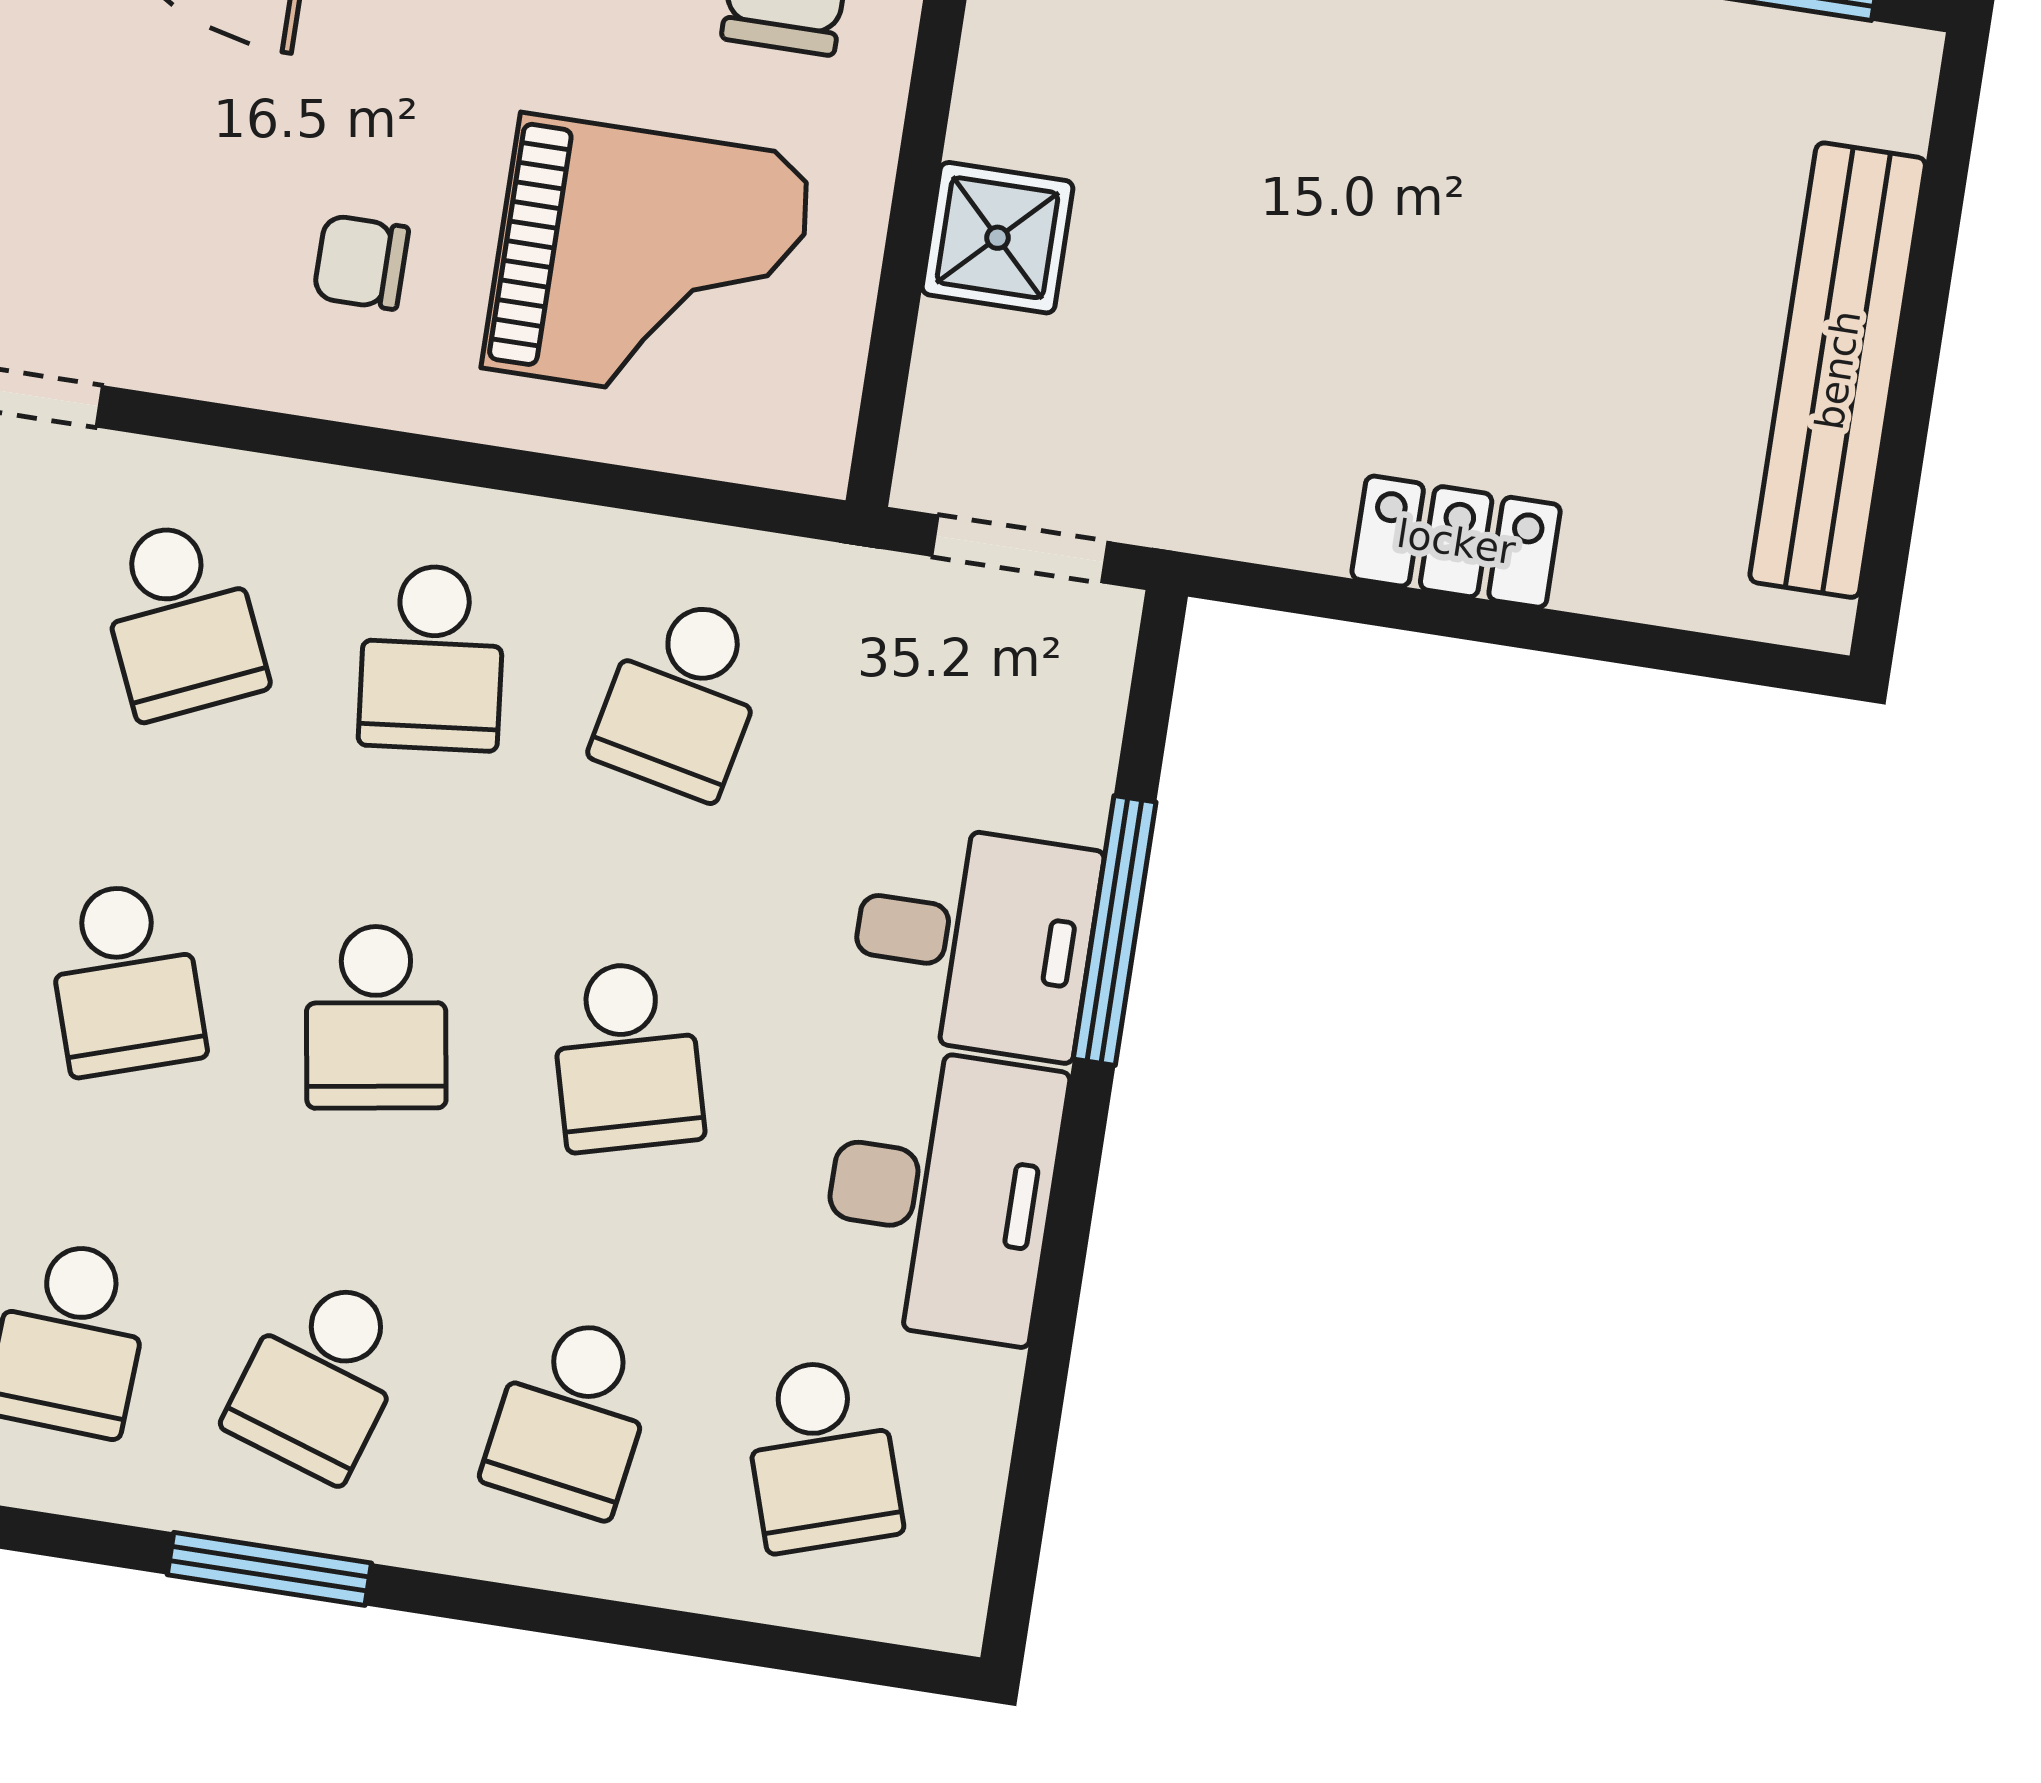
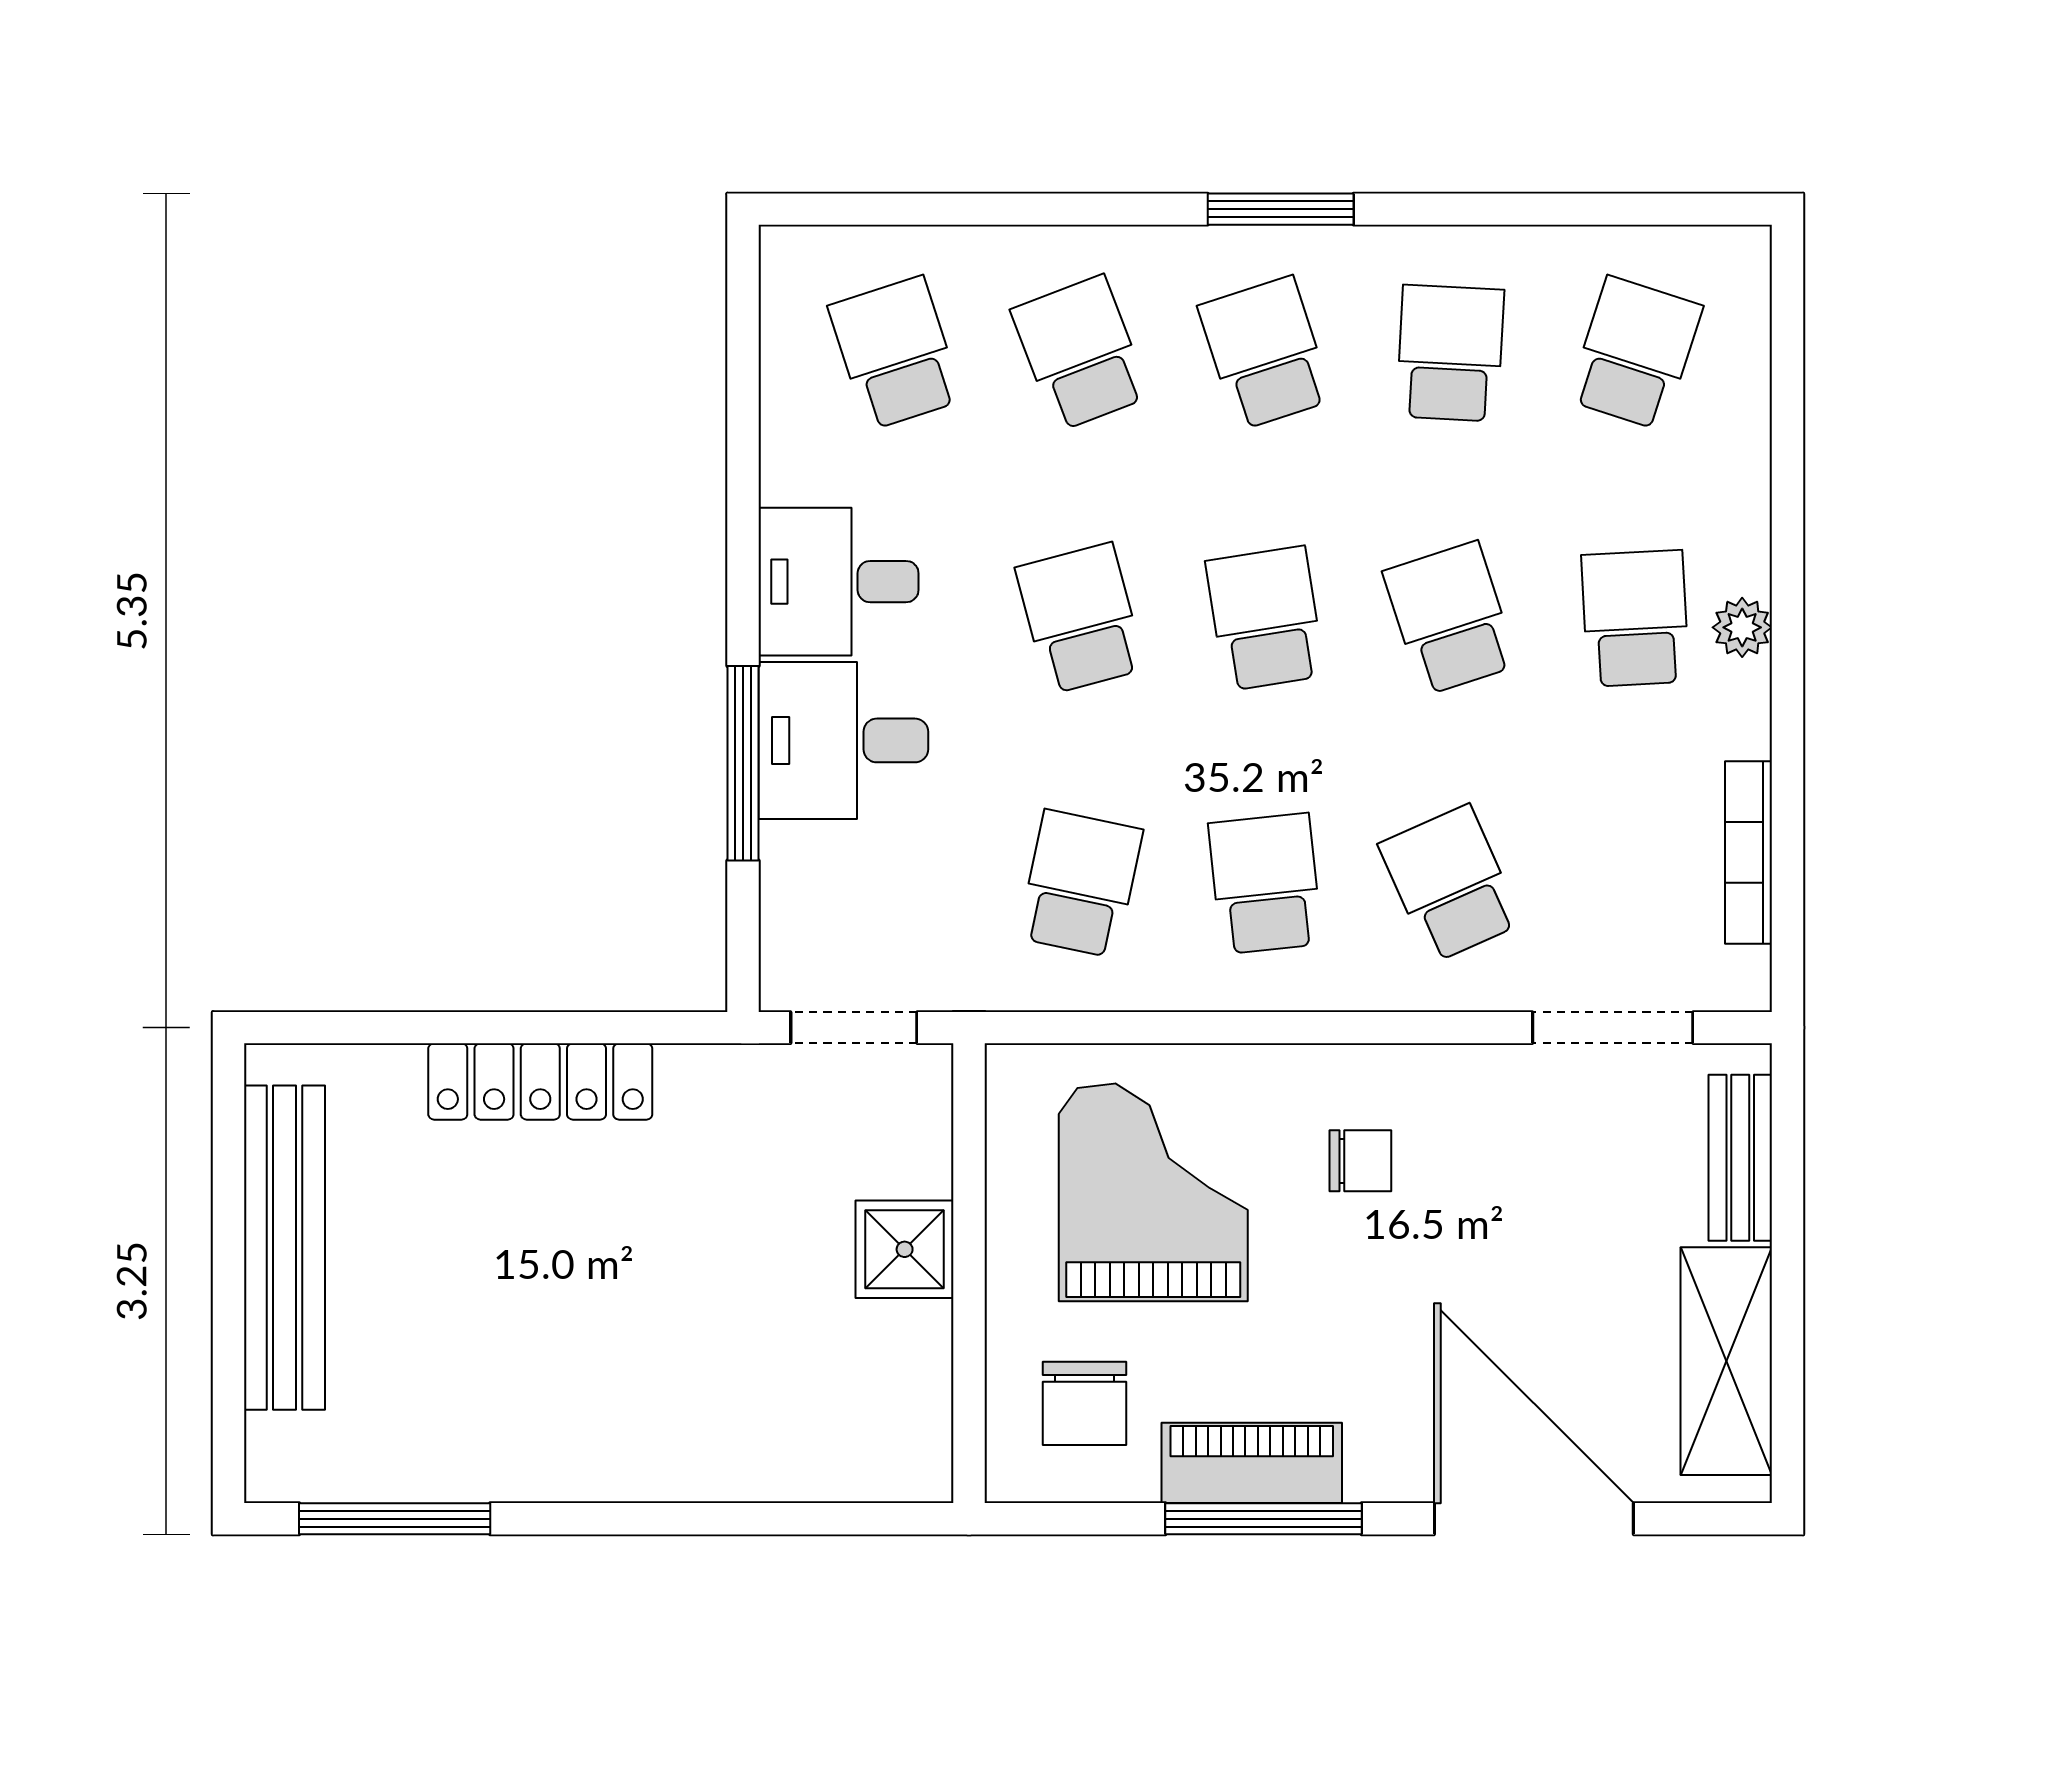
grand piano: (649, 263) -> (1153, 1192), turned 90
locker: (1456, 542) -> (540, 1081), width x1.53
desk: (941, 1194) -> (838, 582), width x0.73
school desk: (320, 1377) -> (1265, 353), turned -36
school desk: (571, 1416) -> (1080, 353), turned -30

